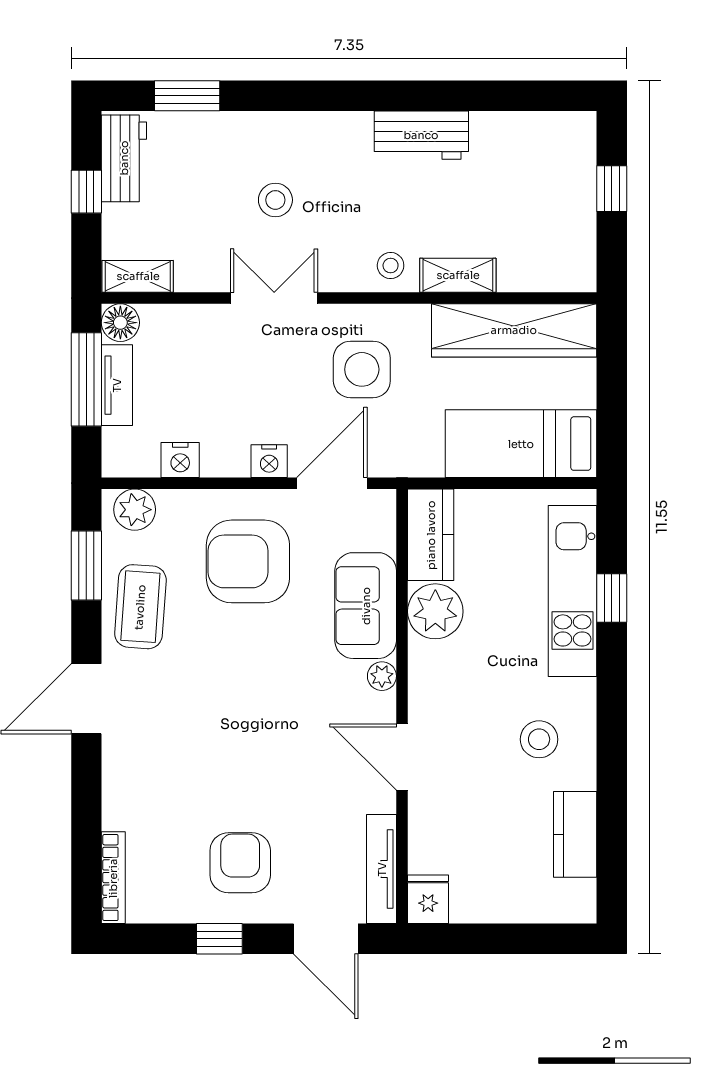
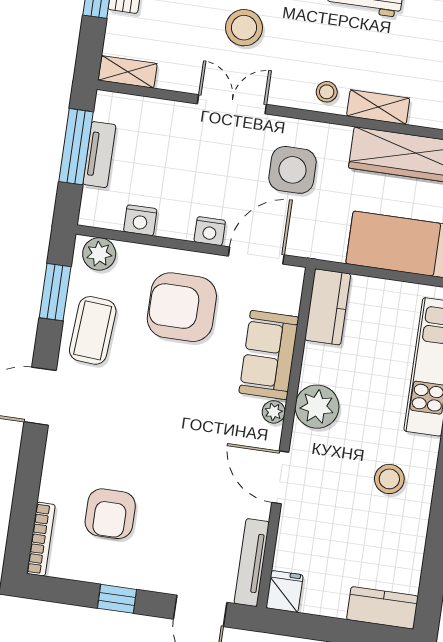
stool: (275, 200) -> (244, 28), width x1.38, depth x1.38
floor lamp: (120, 323) -> (109, 106), removed
plant: (435, 611) -> (317, 407), moved
kitchen counter: (575, 834) -> (382, 608), moved, turned 90
armchair: (240, 863) -> (110, 514), moved, turned 180

